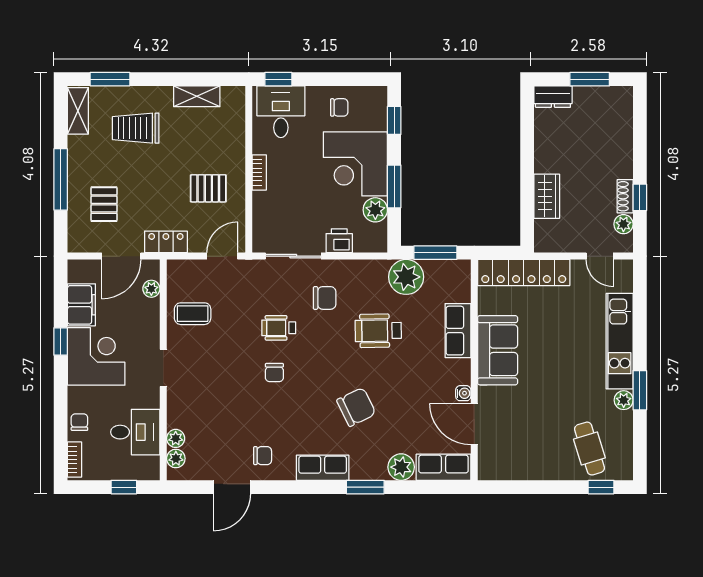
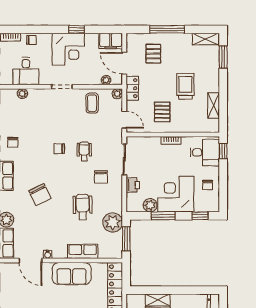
trolley: (136, 128) -> (185, 86), moved
pallet: (104, 204) -> (153, 54), turned 90
filing cabinet: (81, 305) -> (111, 41), moved
door: (474, 424) -> (30, 261), swing flipped
plant: (176, 458) -> (117, 94), moved

